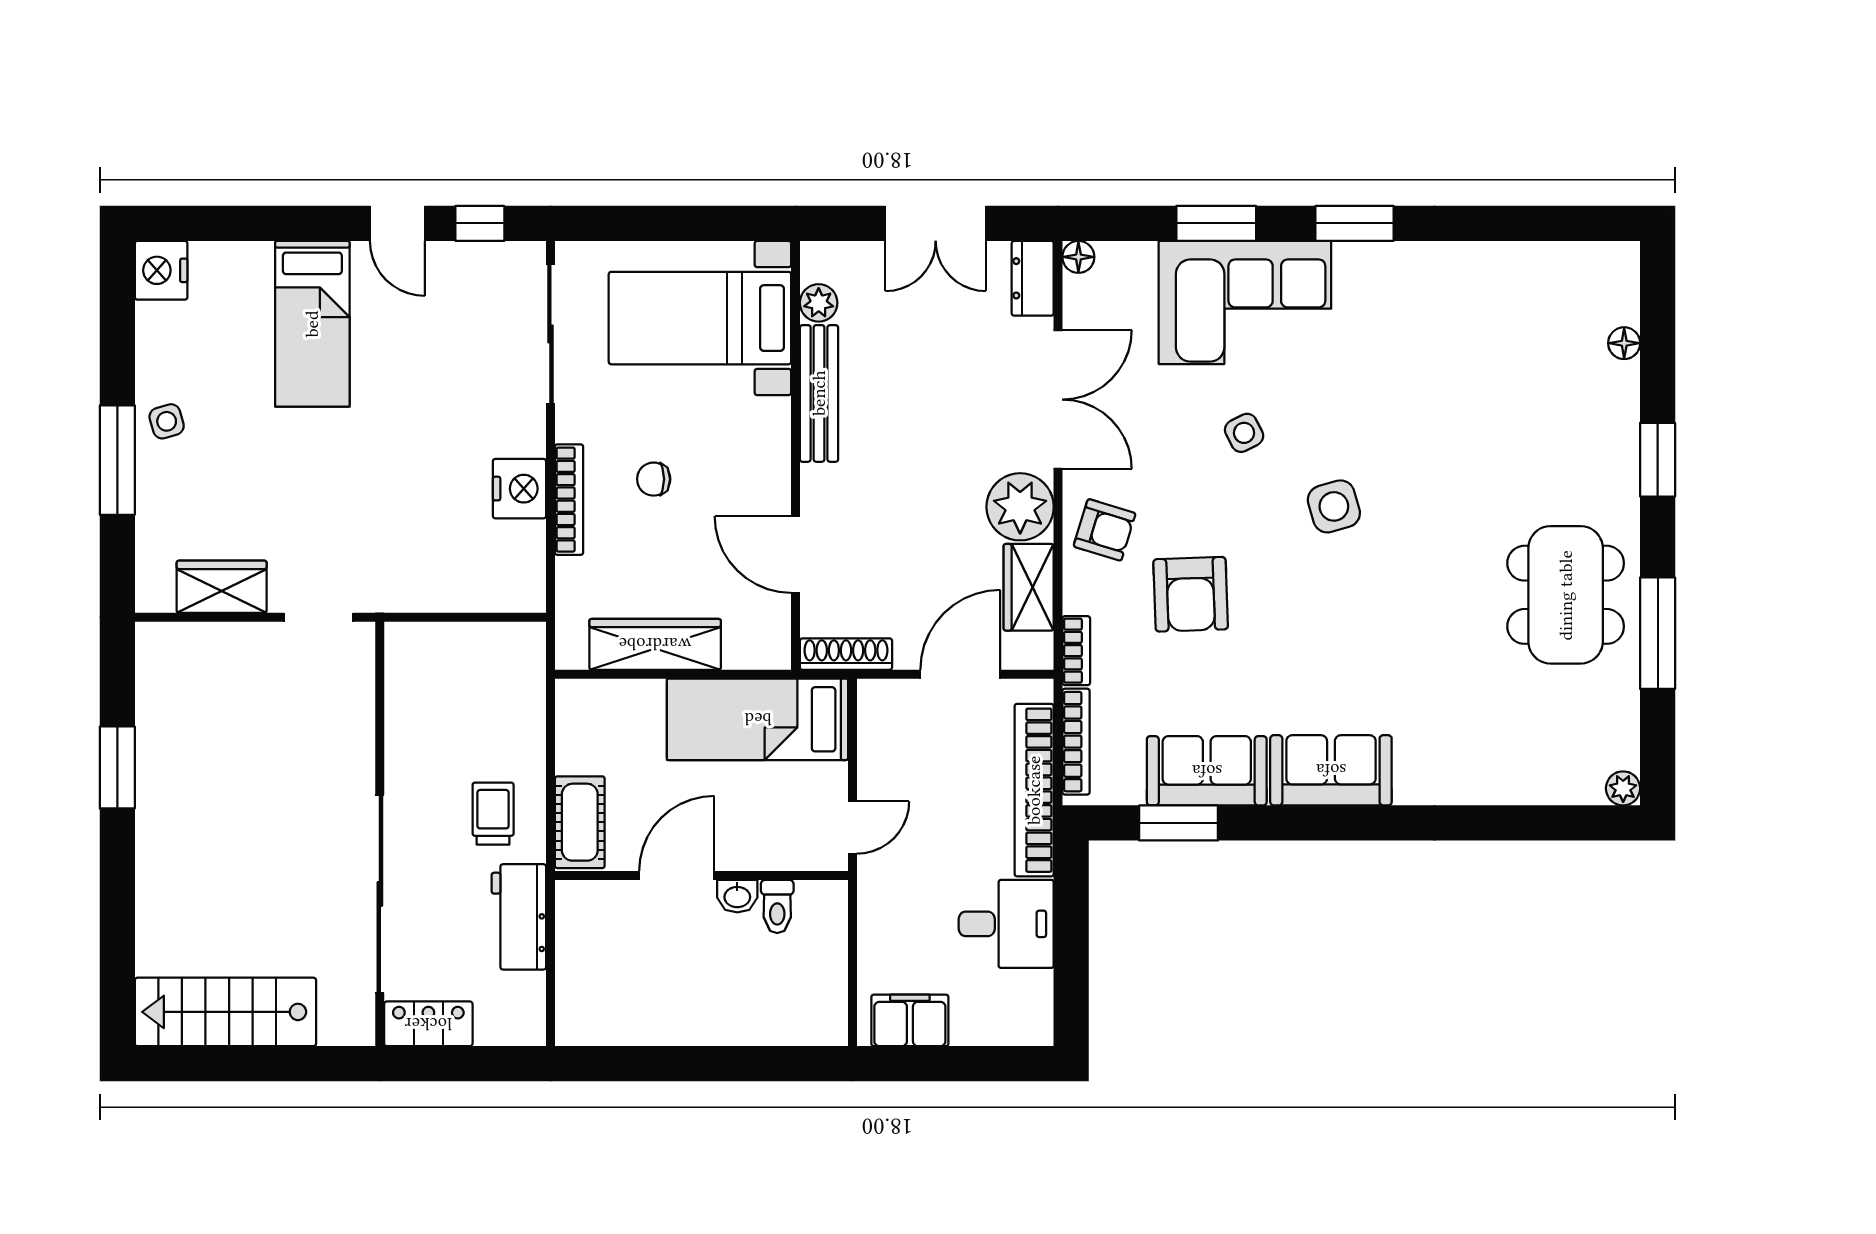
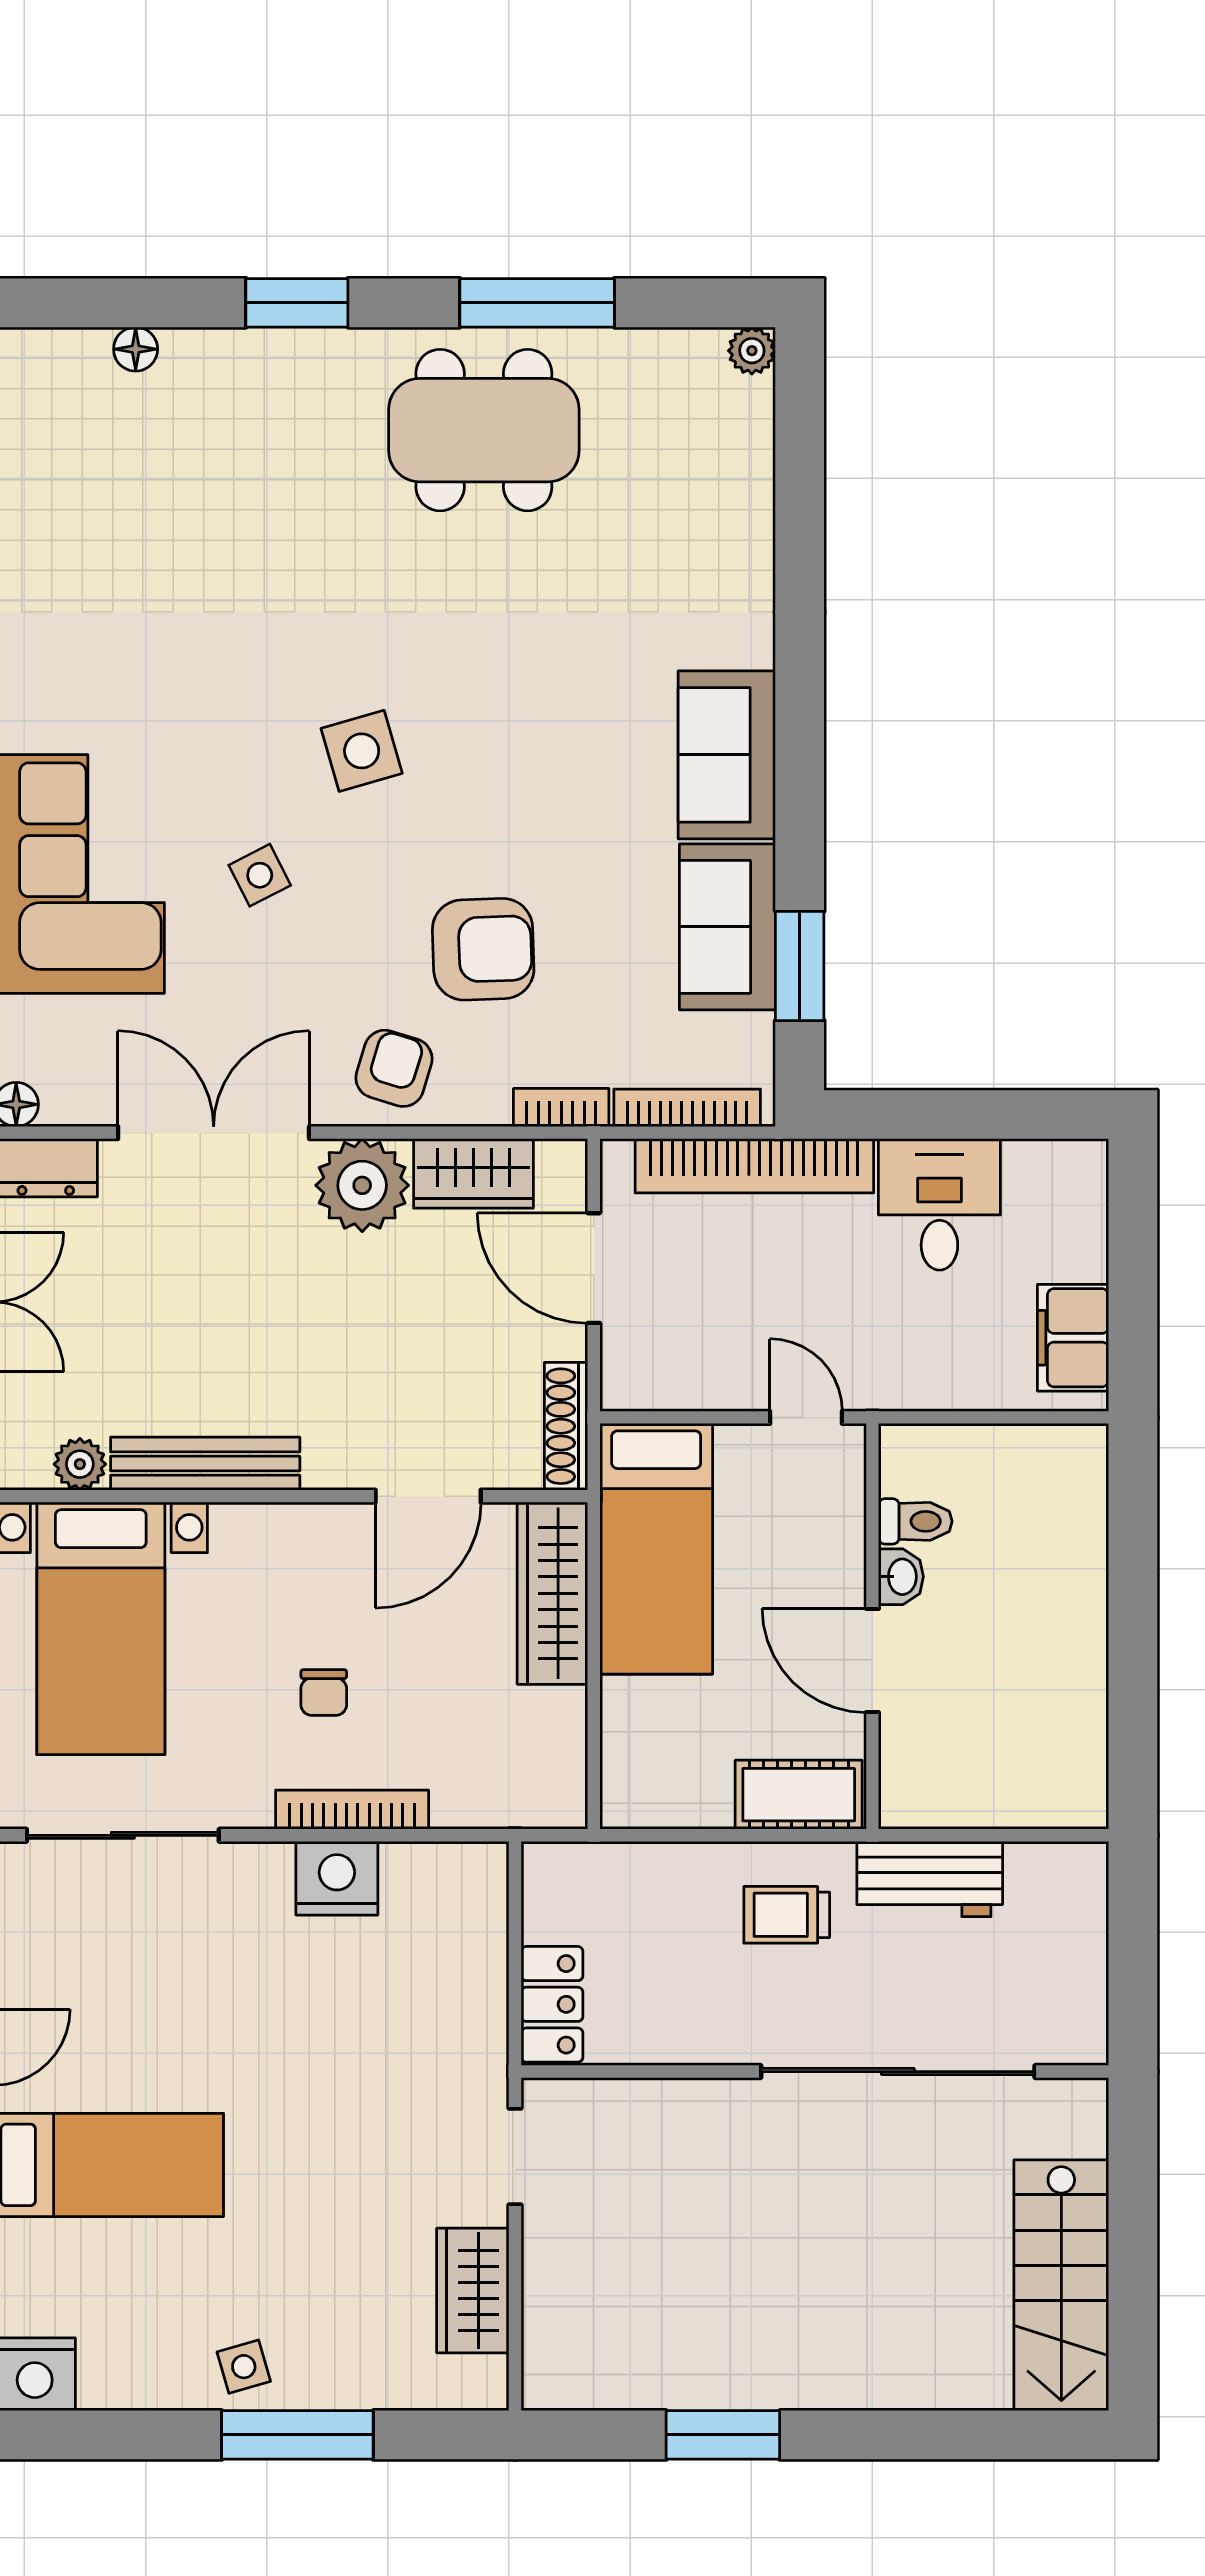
wardrobe: (655, 644) -> (552, 1593), moved
locker: (428, 1024) -> (552, 2004), moved, turned 180

